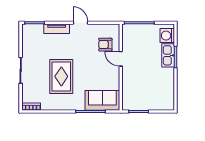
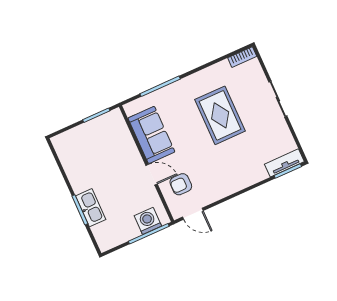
door: (80, 23) -> (193, 214), moved
tv unit: (57, 29) -> (284, 163), moved
washing machine: (167, 36) -> (148, 221), moved, turned -90
armchair: (105, 45) -> (181, 184), turned 180
sofa: (102, 100) -> (151, 135), moved, turned -90

